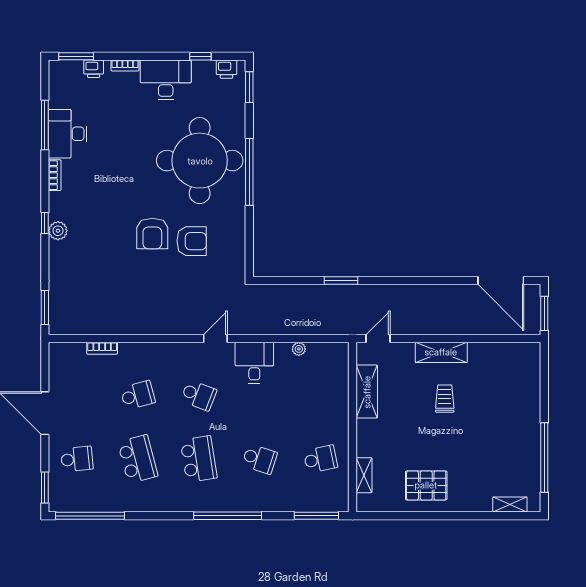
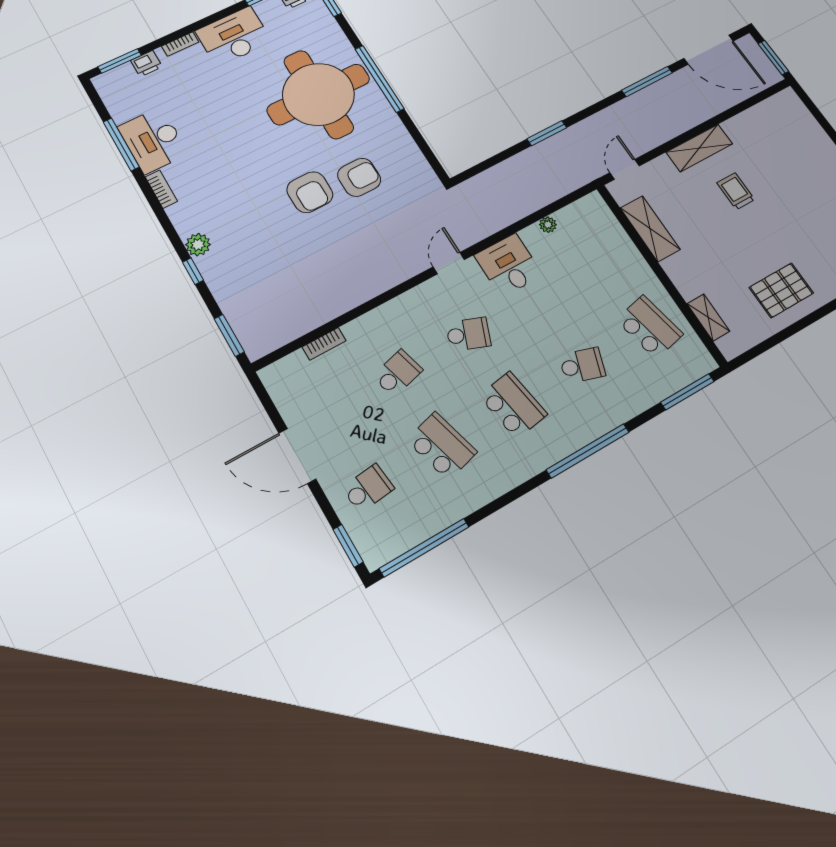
window: (45, 223) -> (193, 271), moved
window: (439, 281) -> (647, 81), added
school desk: (320, 459) -> (649, 327), width x1.85

